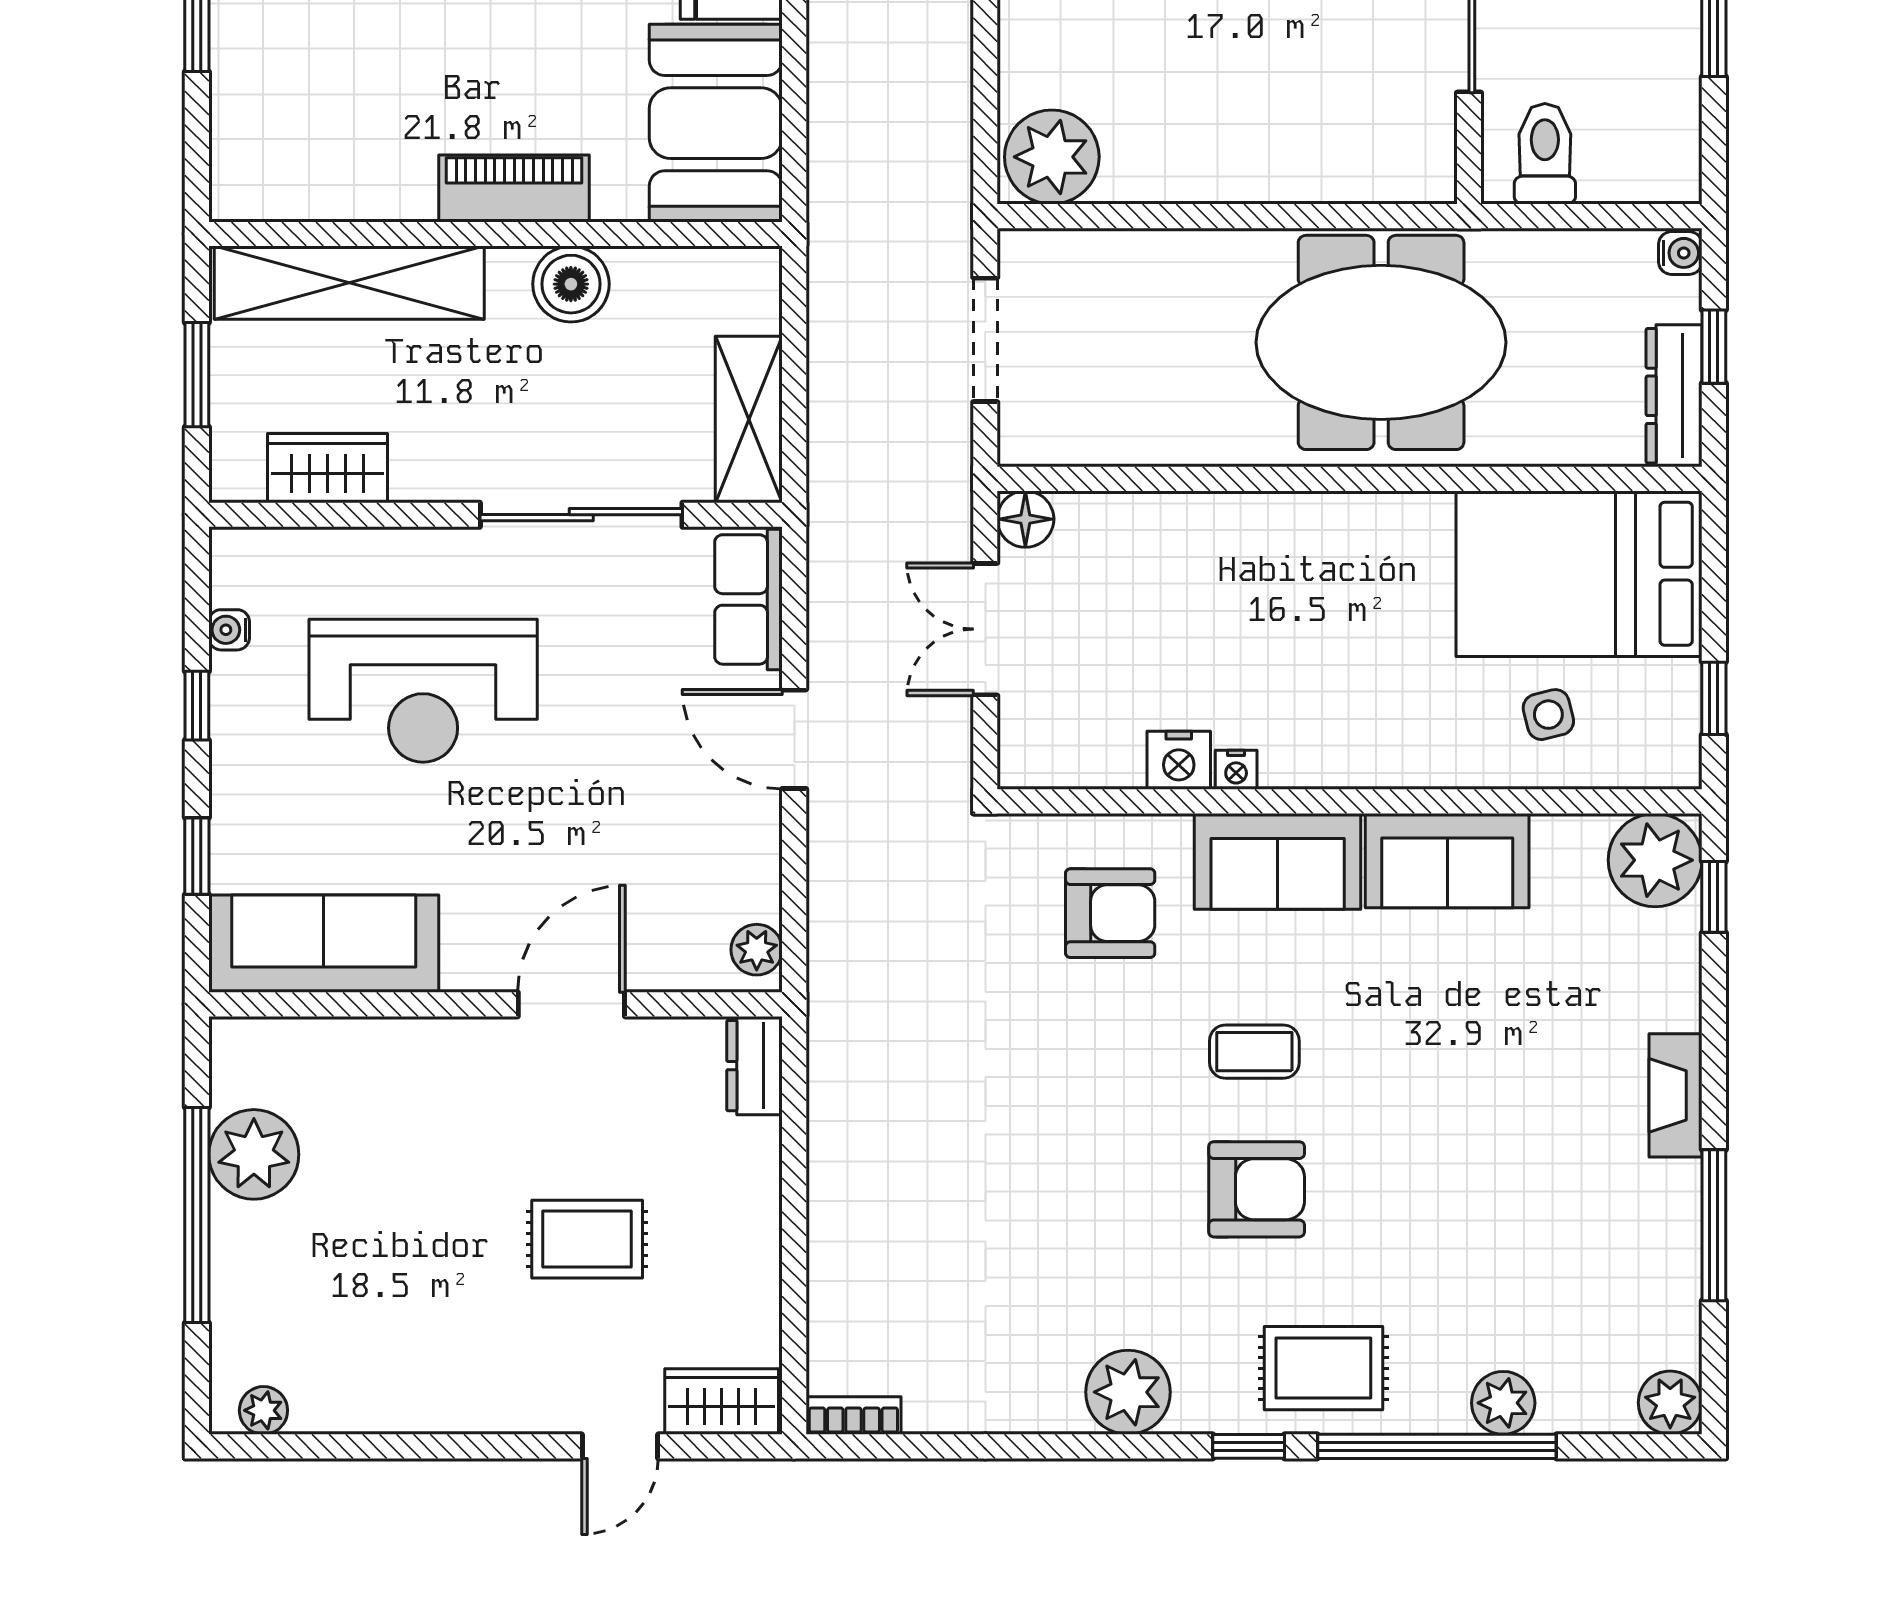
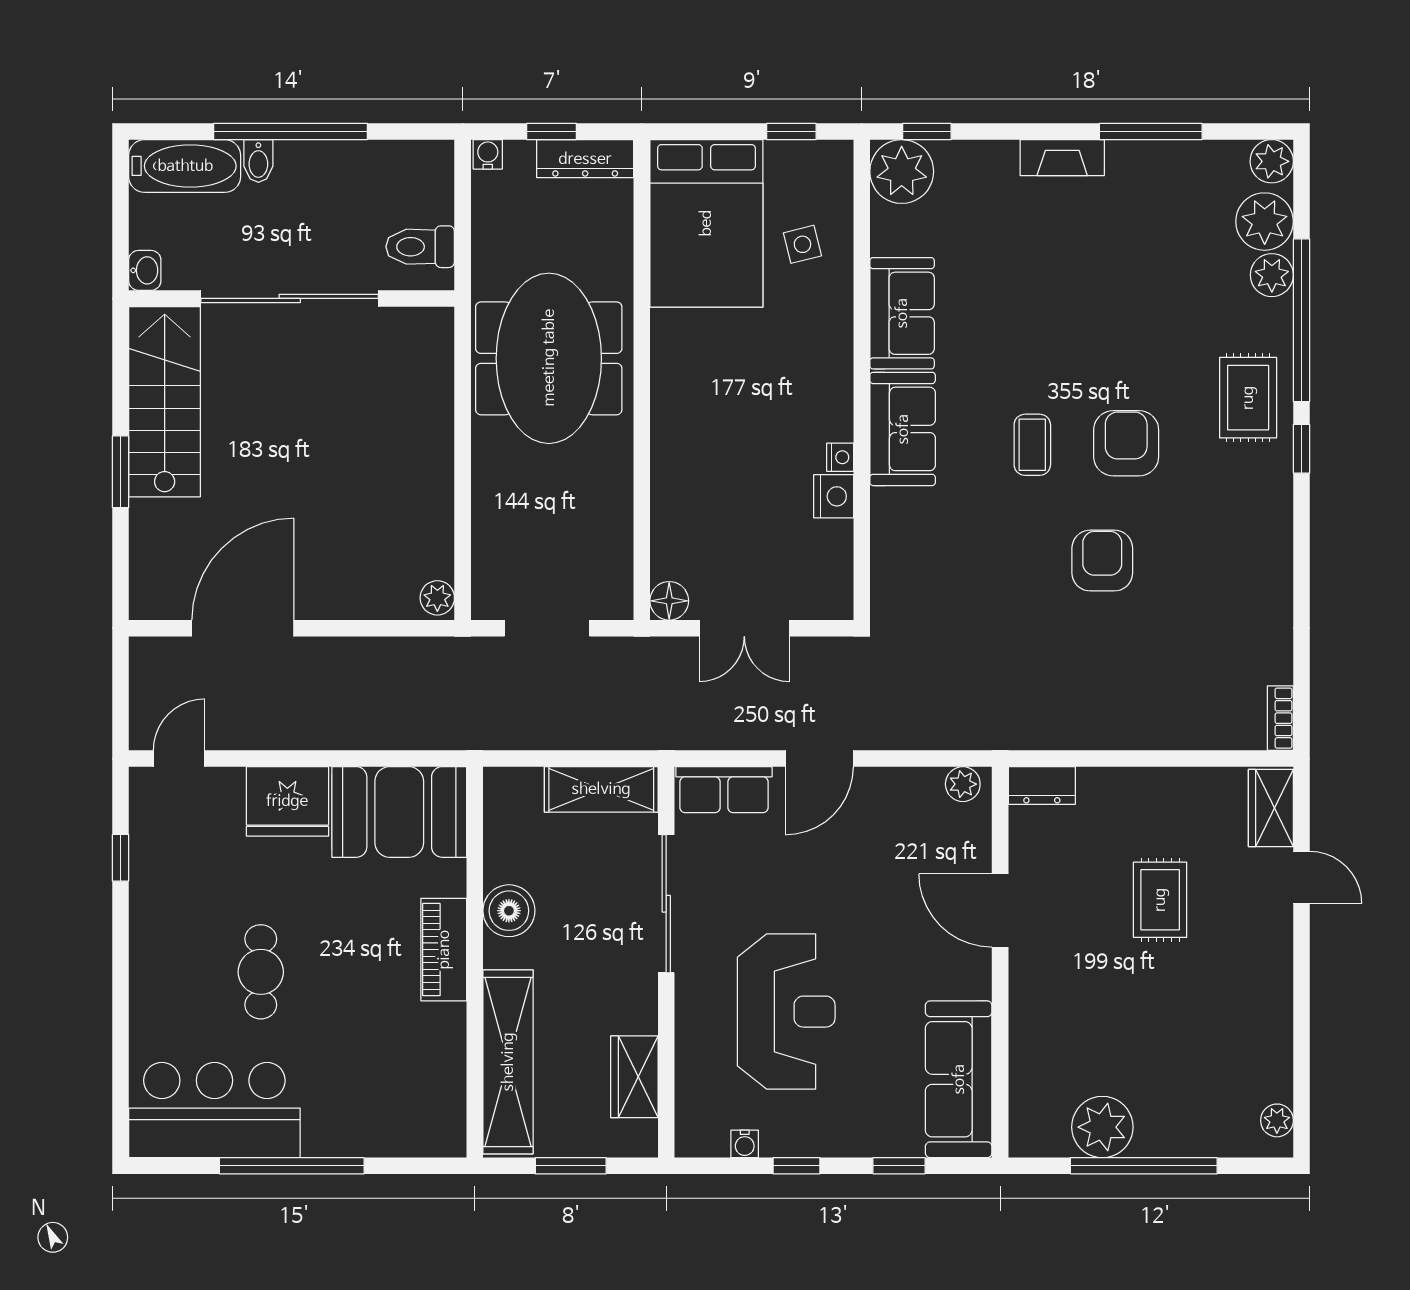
plant: (1052, 157) -> (437, 598), width x0.53, depth x0.53
armchair: (1110, 913) -> (1102, 561), moved
plant: (1128, 1392) -> (1265, 222), moved

